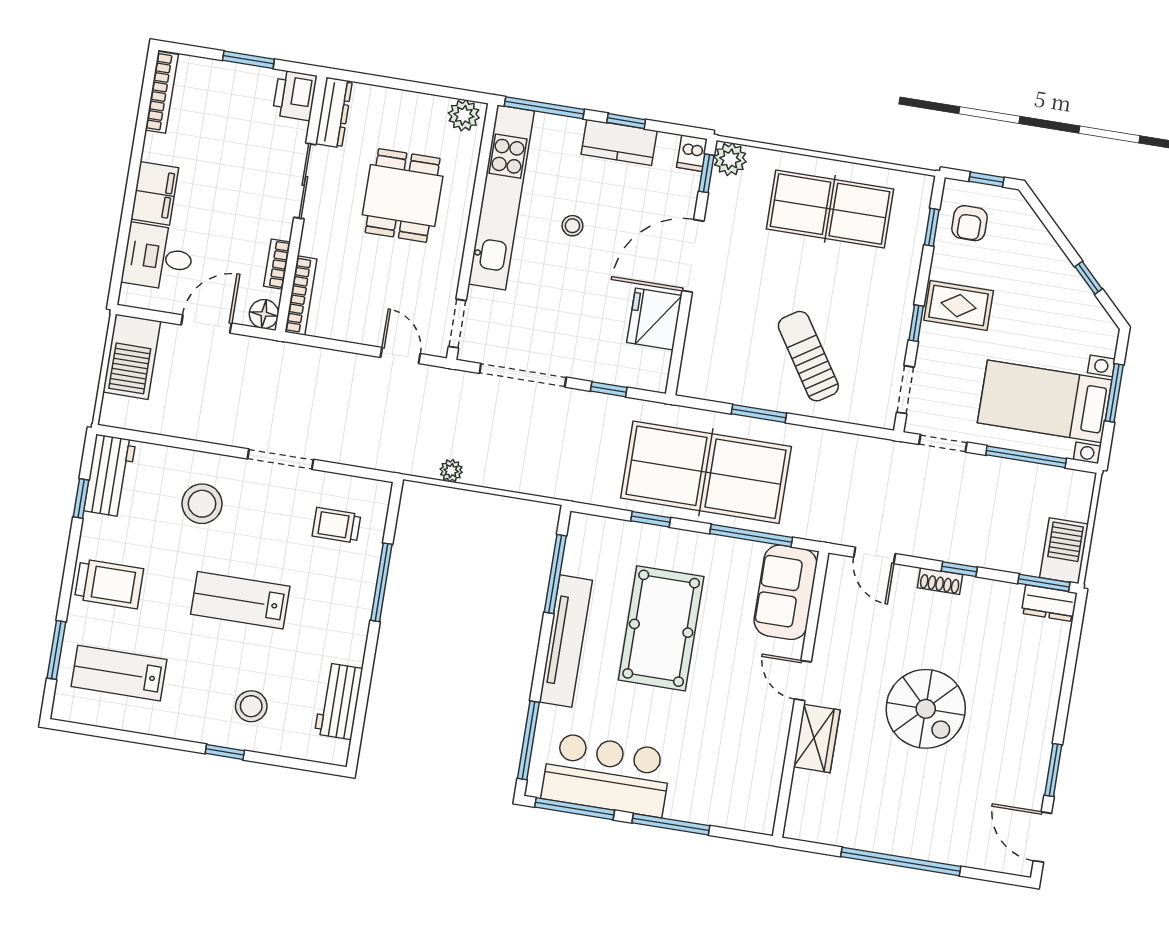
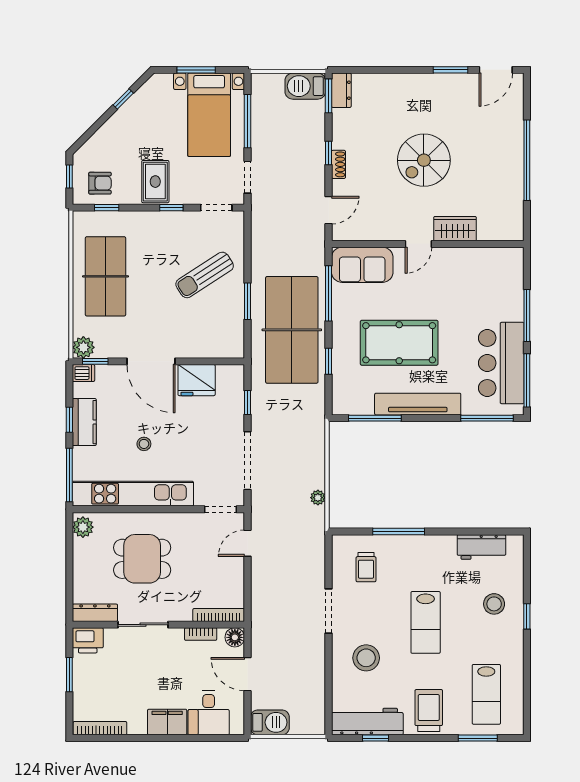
barbecue: (132, 357) -> (270, 722), width x0.73, depth x0.83
workbench: (110, 476) -> (367, 722), width x1.38
spiral stairs: (926, 709) -> (424, 160), turned 180

